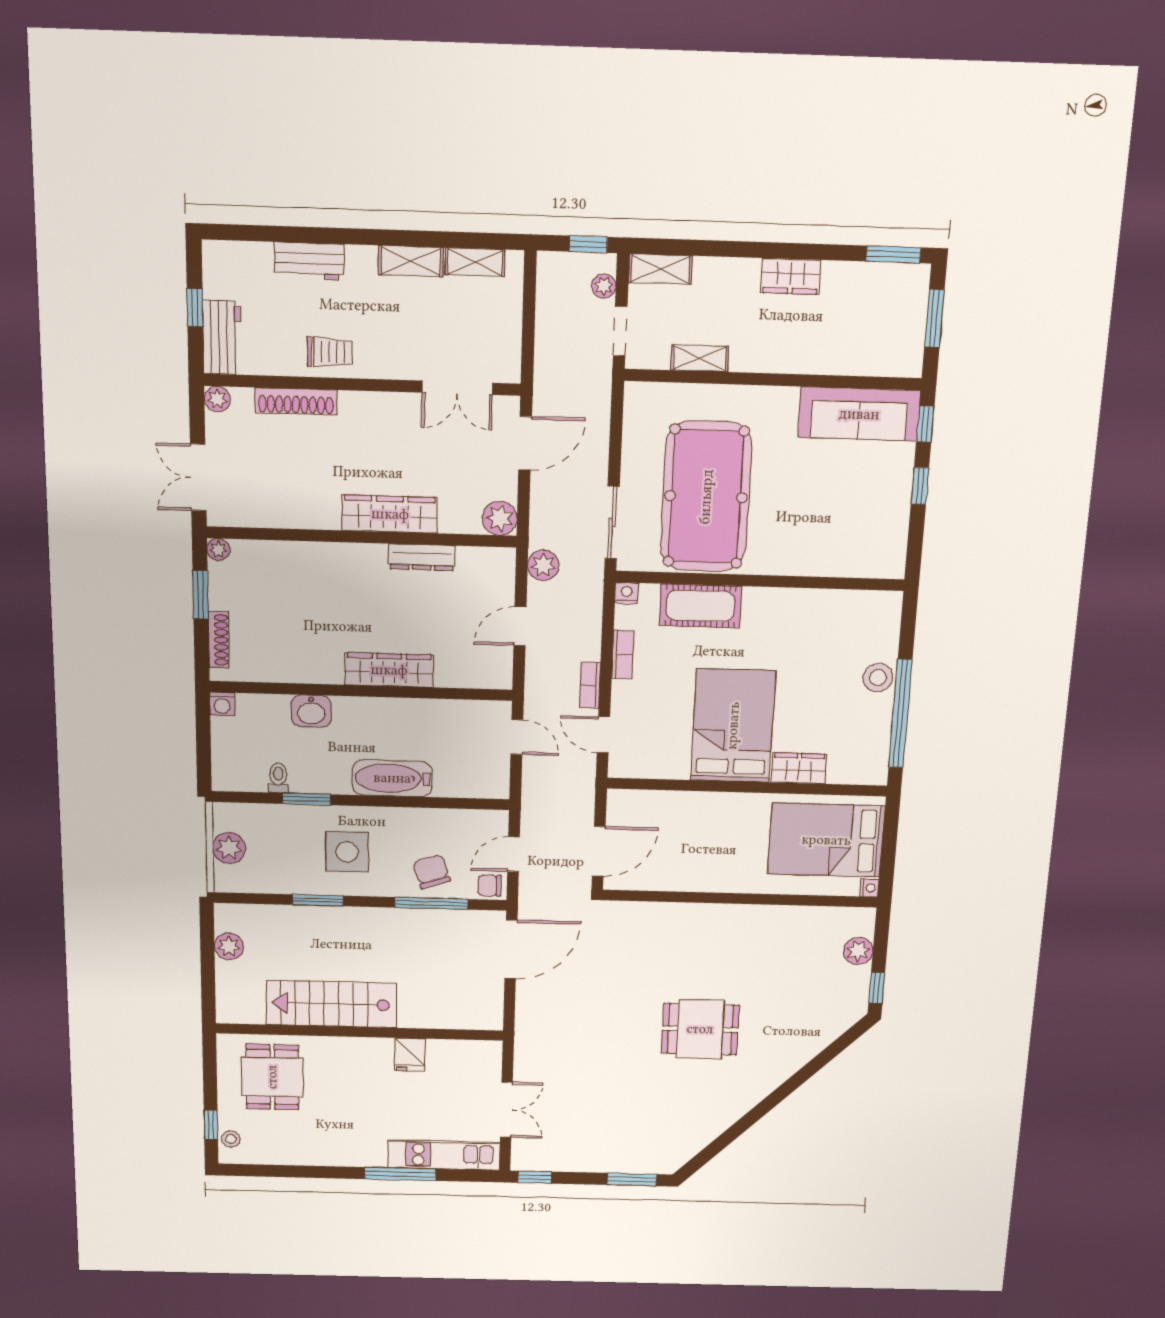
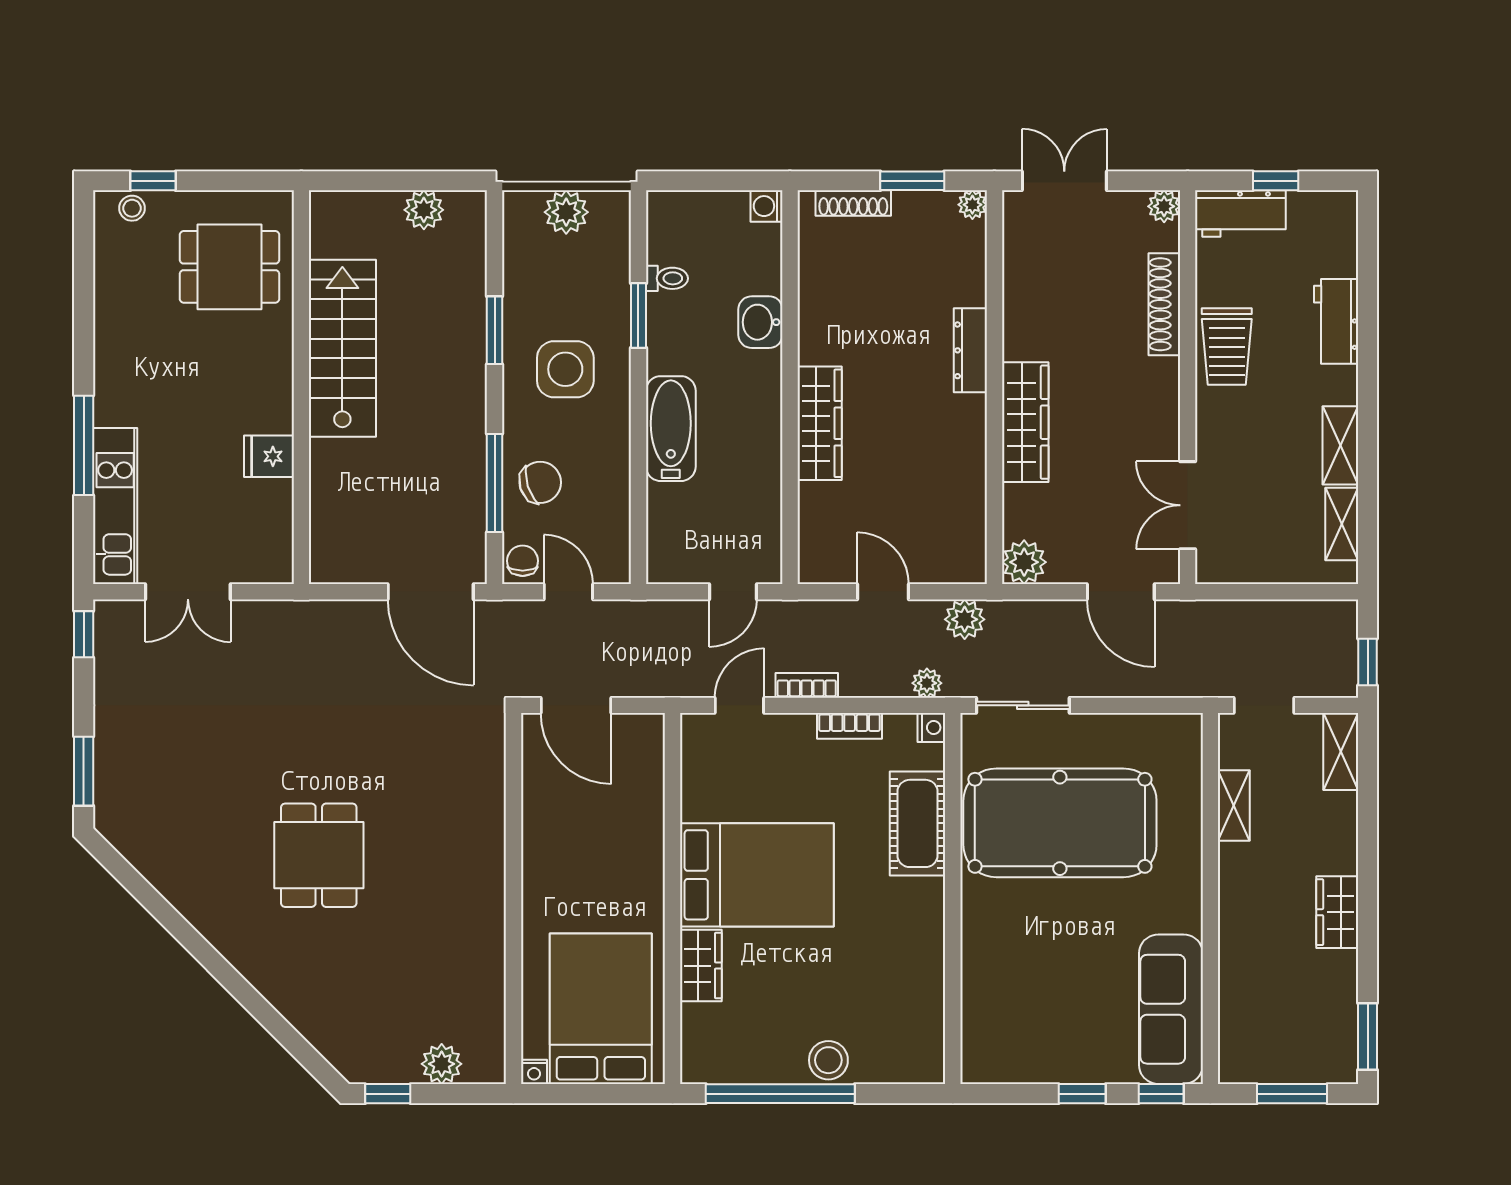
plant: (604, 286) -> (927, 683), moved
trolley: (330, 352) -> (1227, 346), width x1.36, depth x1.39
dresser: (422, 557) -> (970, 350), moved

